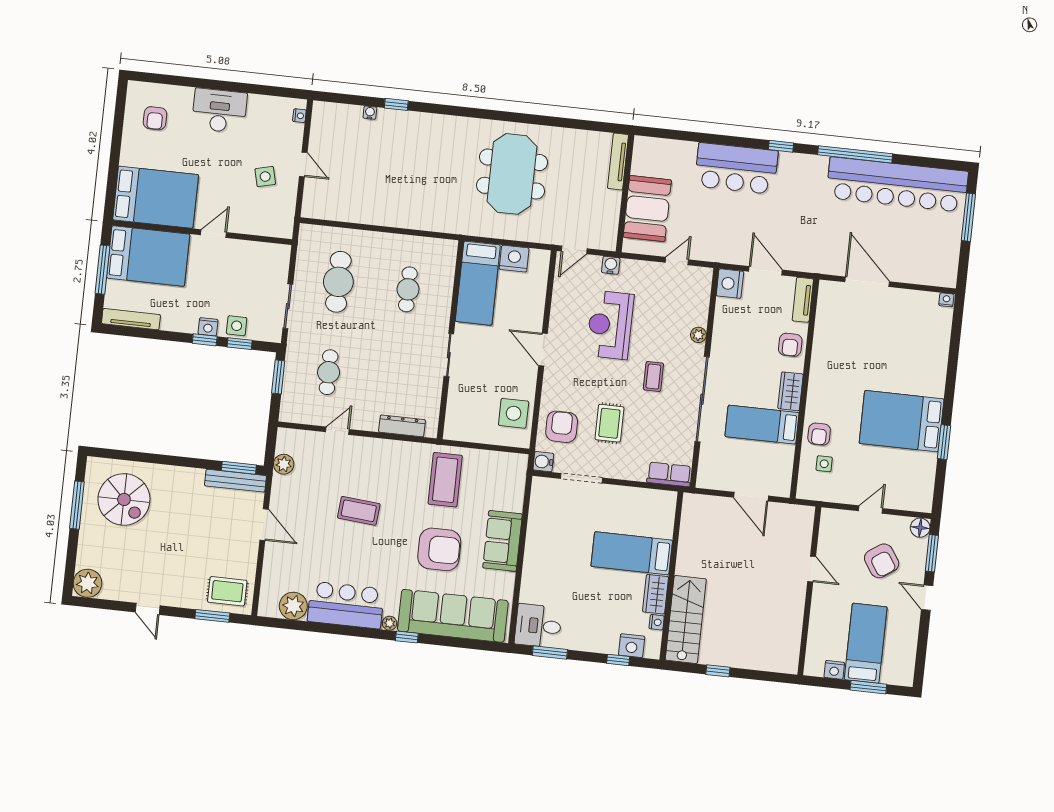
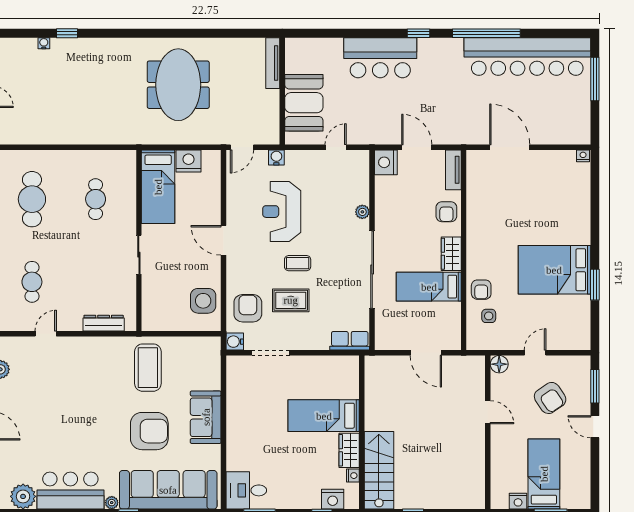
coffee table: (653, 377) -> (298, 263), moved, turned 90
rug: (609, 423) -> (291, 300), turned 90
coffee table: (359, 511) -> (73, 404), removed
floor lamp: (920, 528) -> (499, 364), moved

